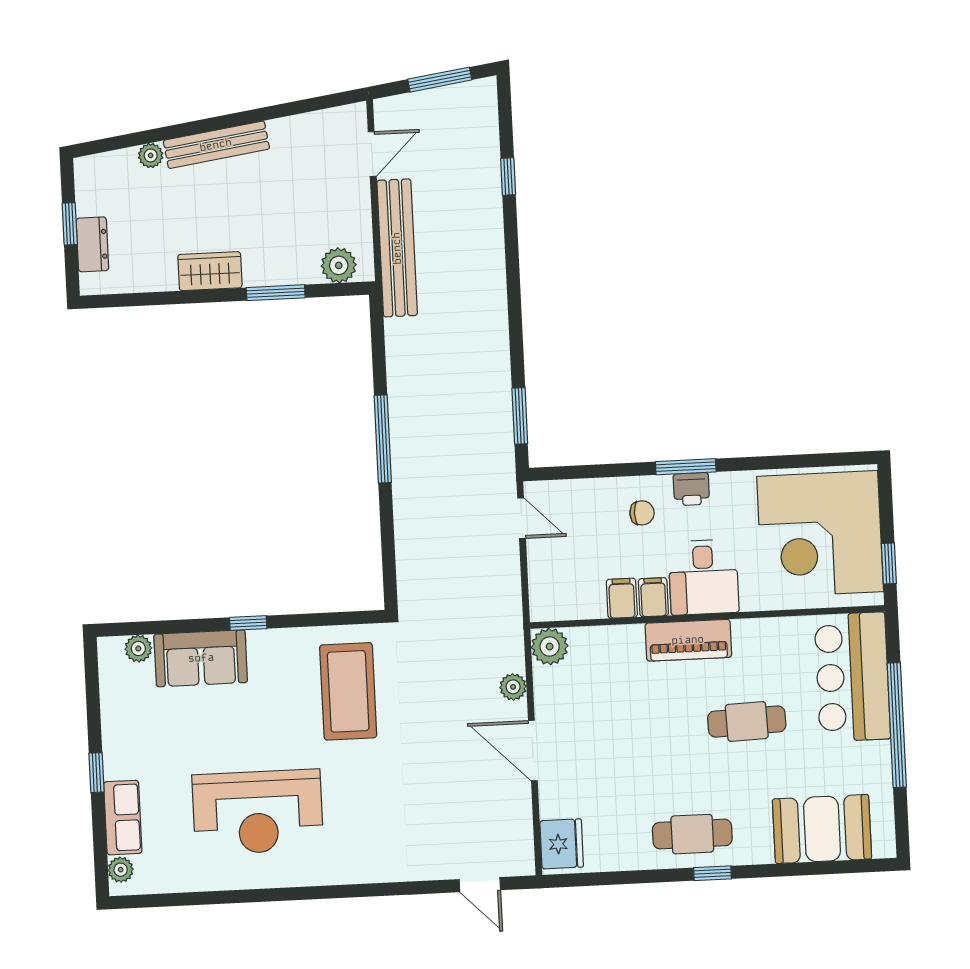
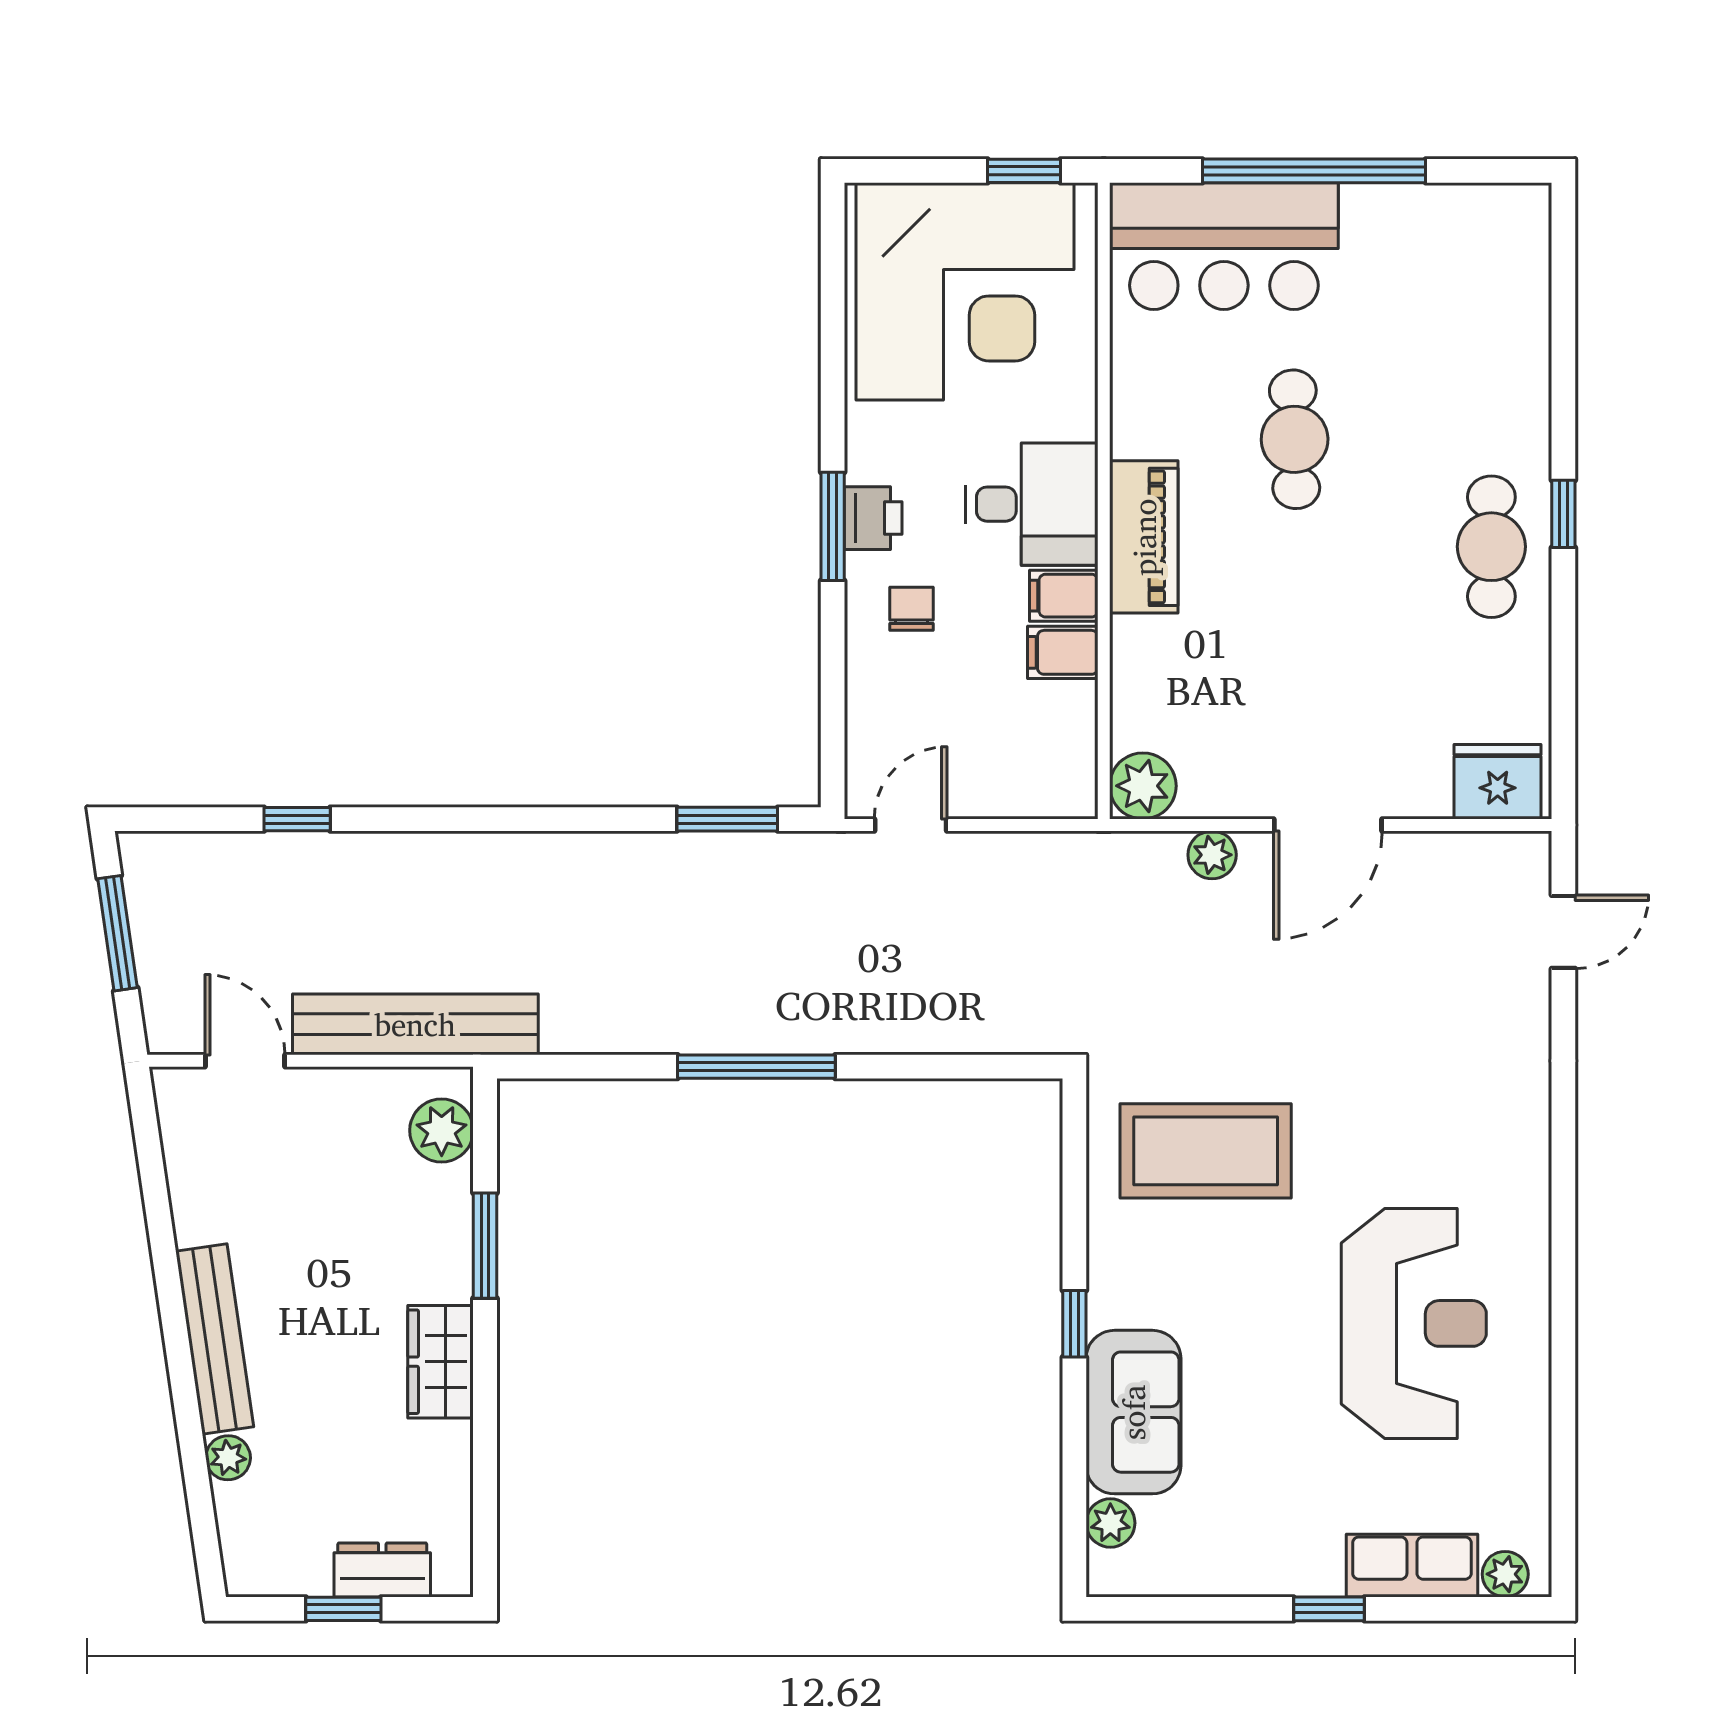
booth: (822, 829) -> (1494, 314), removed

